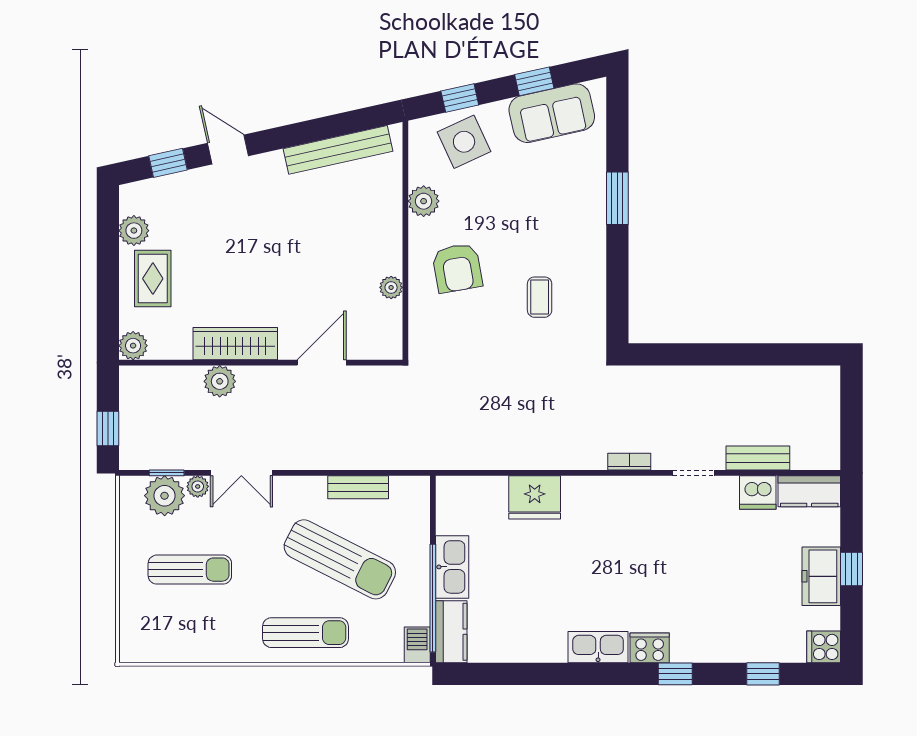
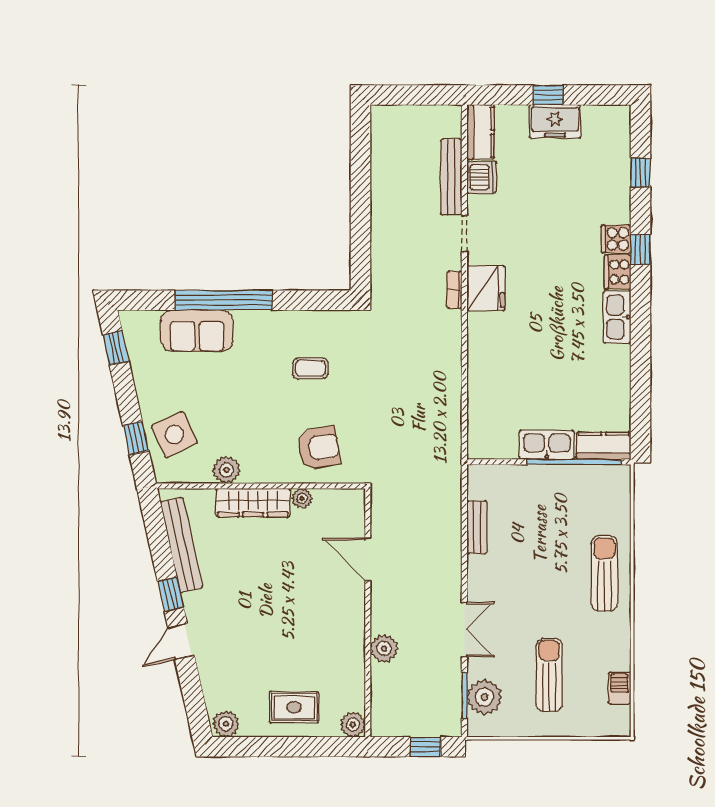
window: (534, 81) -> (116, 348), moved
sofa: (552, 113) -> (197, 331), moved, turned 103
window: (168, 163) -> (171, 594), moved
window: (617, 198) -> (224, 300), width x2.11
plant: (134, 231) -> (226, 724), moved
armchair: (457, 268) -> (319, 448), moved
wardrobe: (235, 344) -> (253, 503), moved, turned -90
bench: (758, 458) -> (451, 177), width x1.36
window: (167, 473) -> (464, 695), width x1.50
plant: (198, 486) -> (476, 668), removed
fridge: (535, 497) -> (486, 288), moved
sun lounger: (340, 559) -> (540, 543), removed
barbecue: (417, 645) -> (620, 688), moved, turned 90
cooker: (824, 647) -> (616, 239), moved, turned 90

